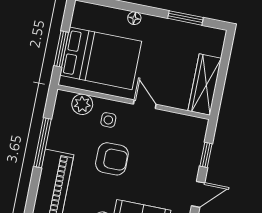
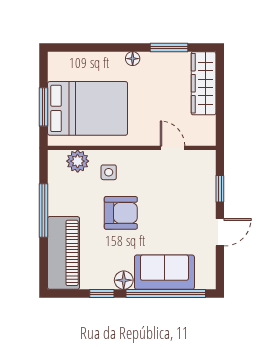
floor lamp: (134, 18) -> (133, 59), moved
wardrobe: (205, 85) -> (204, 83), moved
door: (145, 104) -> (173, 148), moved

